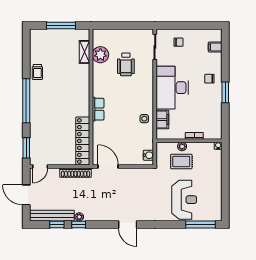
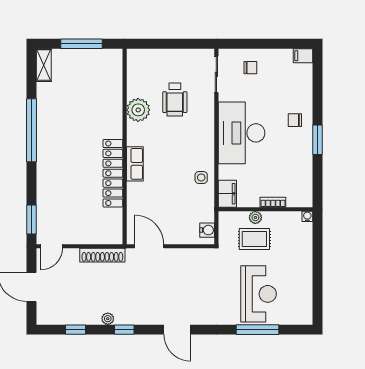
filing cabinet: (215, 47) -> (303, 56), moved
shelving: (84, 52) -> (44, 65), moved
plant: (100, 55) -> (138, 110), moved
trolley: (37, 72) -> (48, 110), removed
window: (26, 101) -> (32, 130), moved
filing cabinet: (162, 120) -> (227, 194), moved
locker: (83, 141) -> (113, 173), moved
bench: (52, 216) -> (68, 317), removed
window: (79, 225) -> (124, 330), moved
window: (200, 225) -> (258, 330), moved

